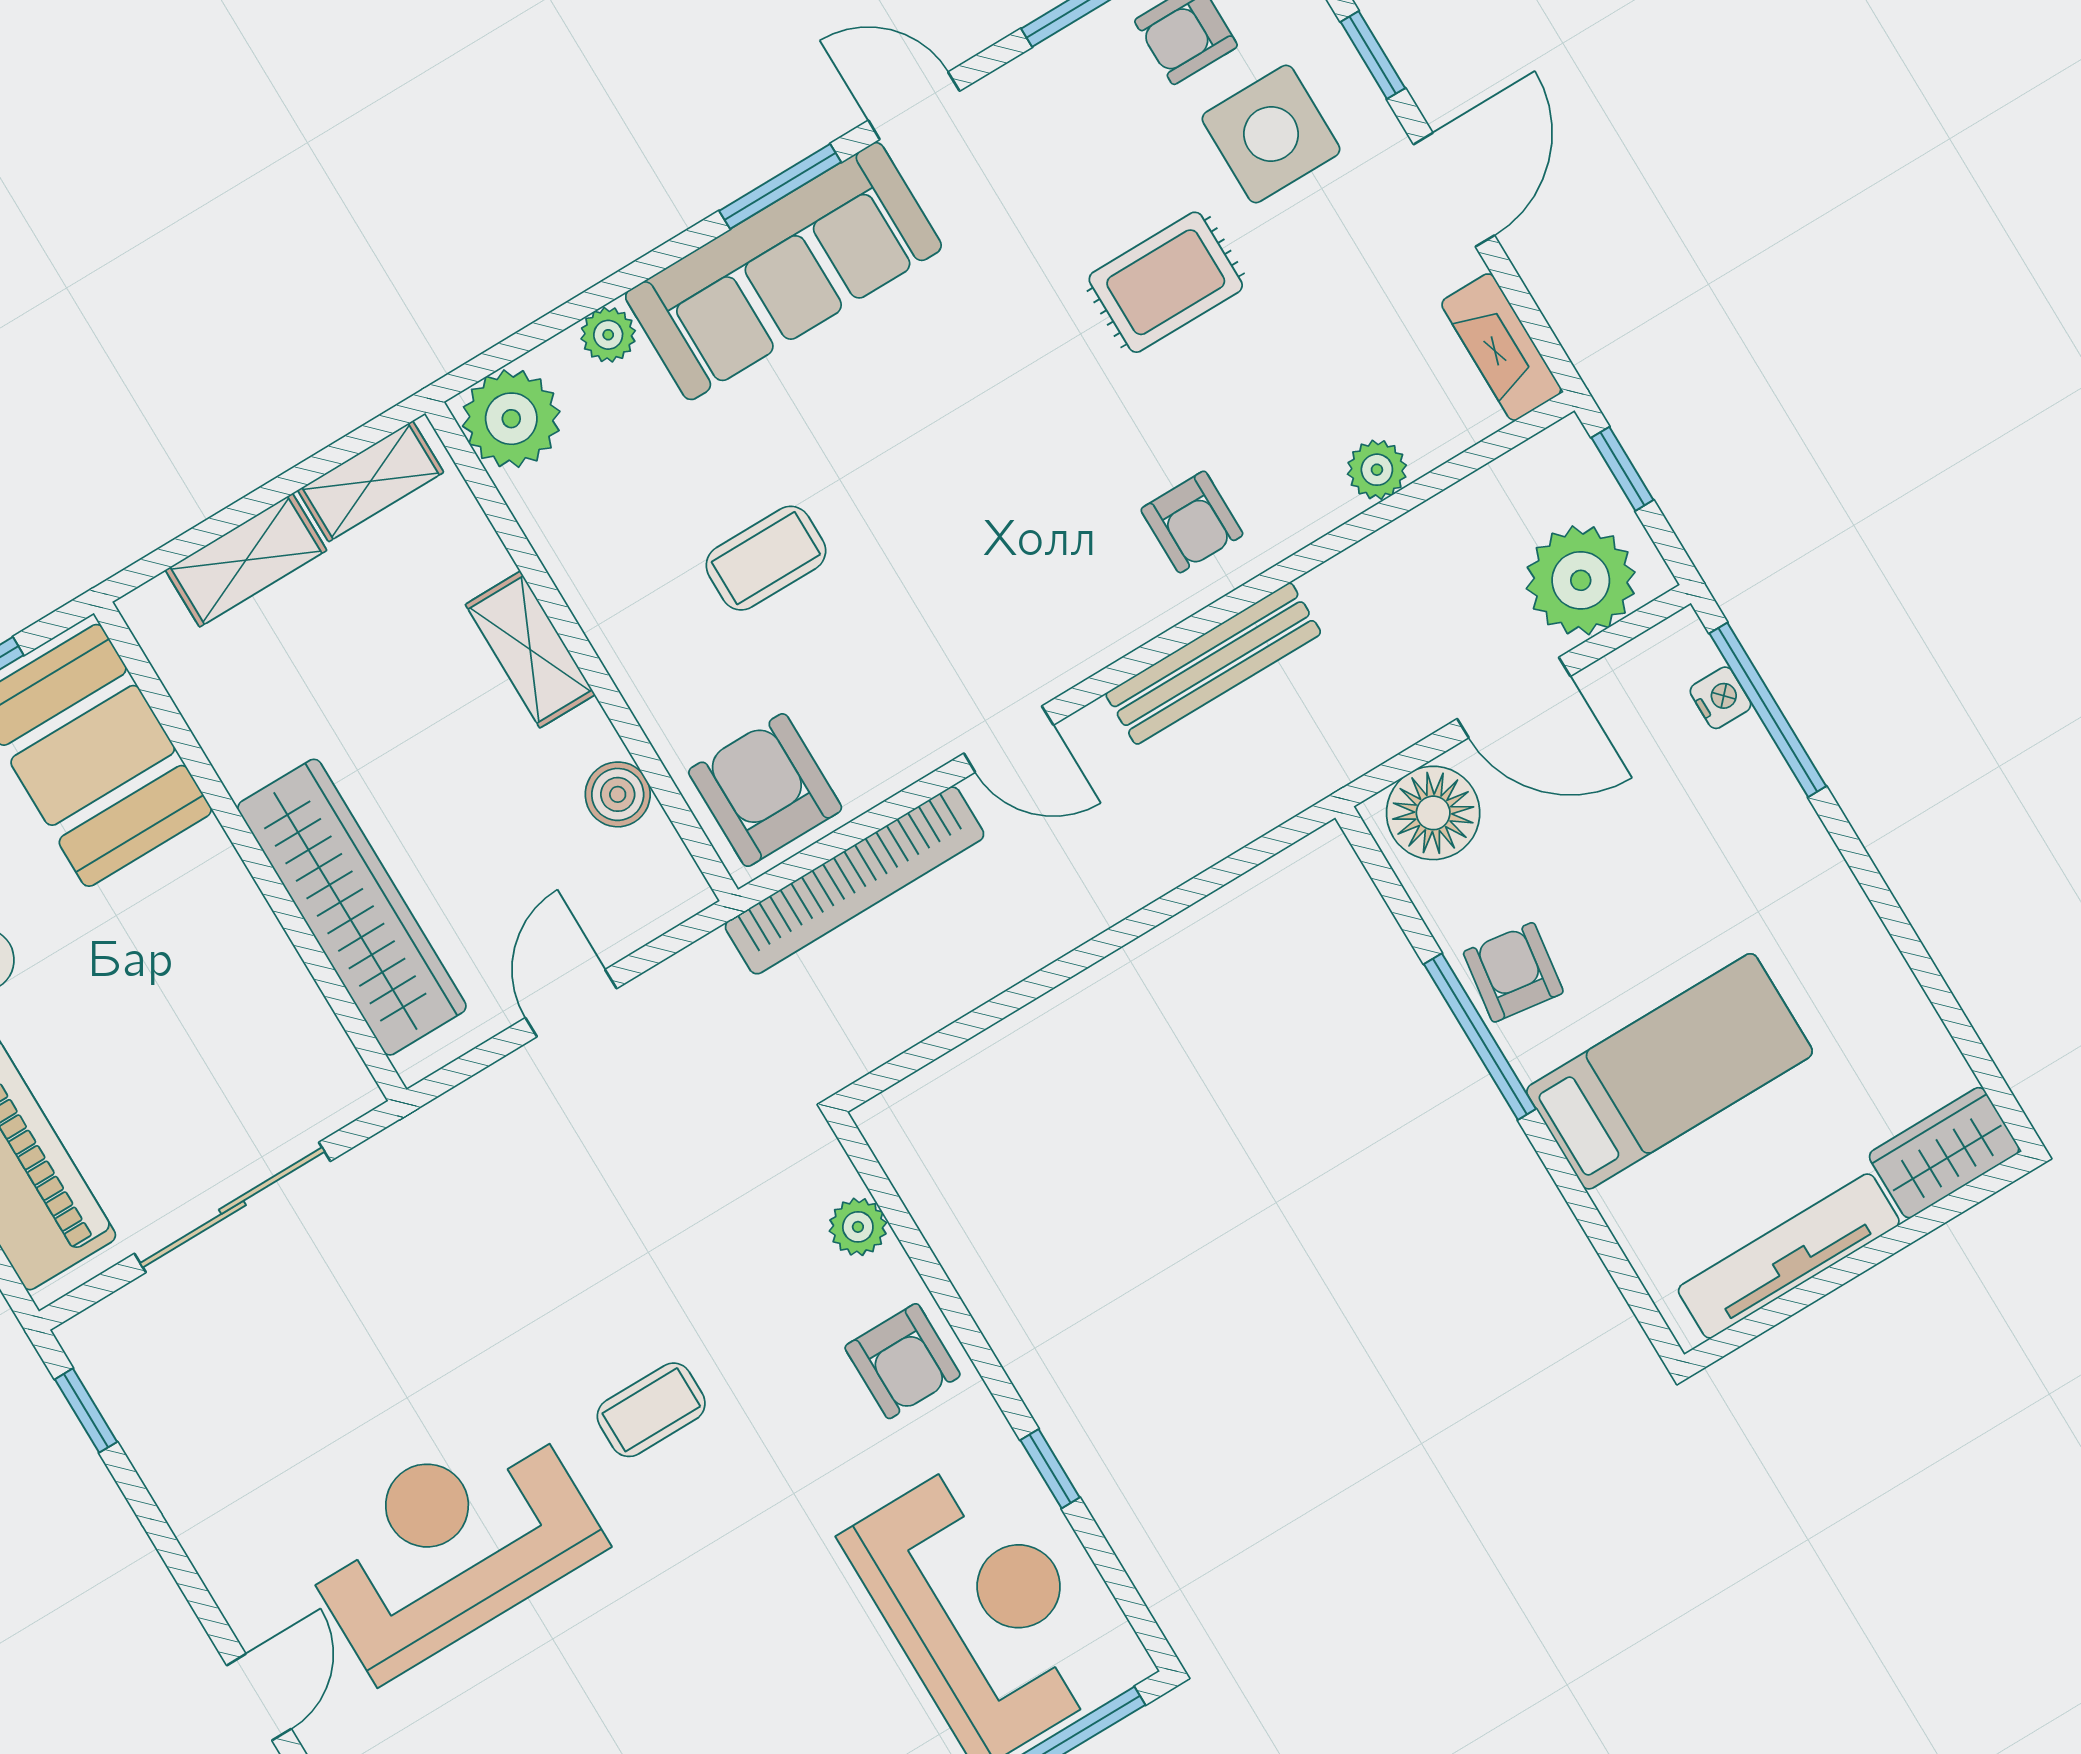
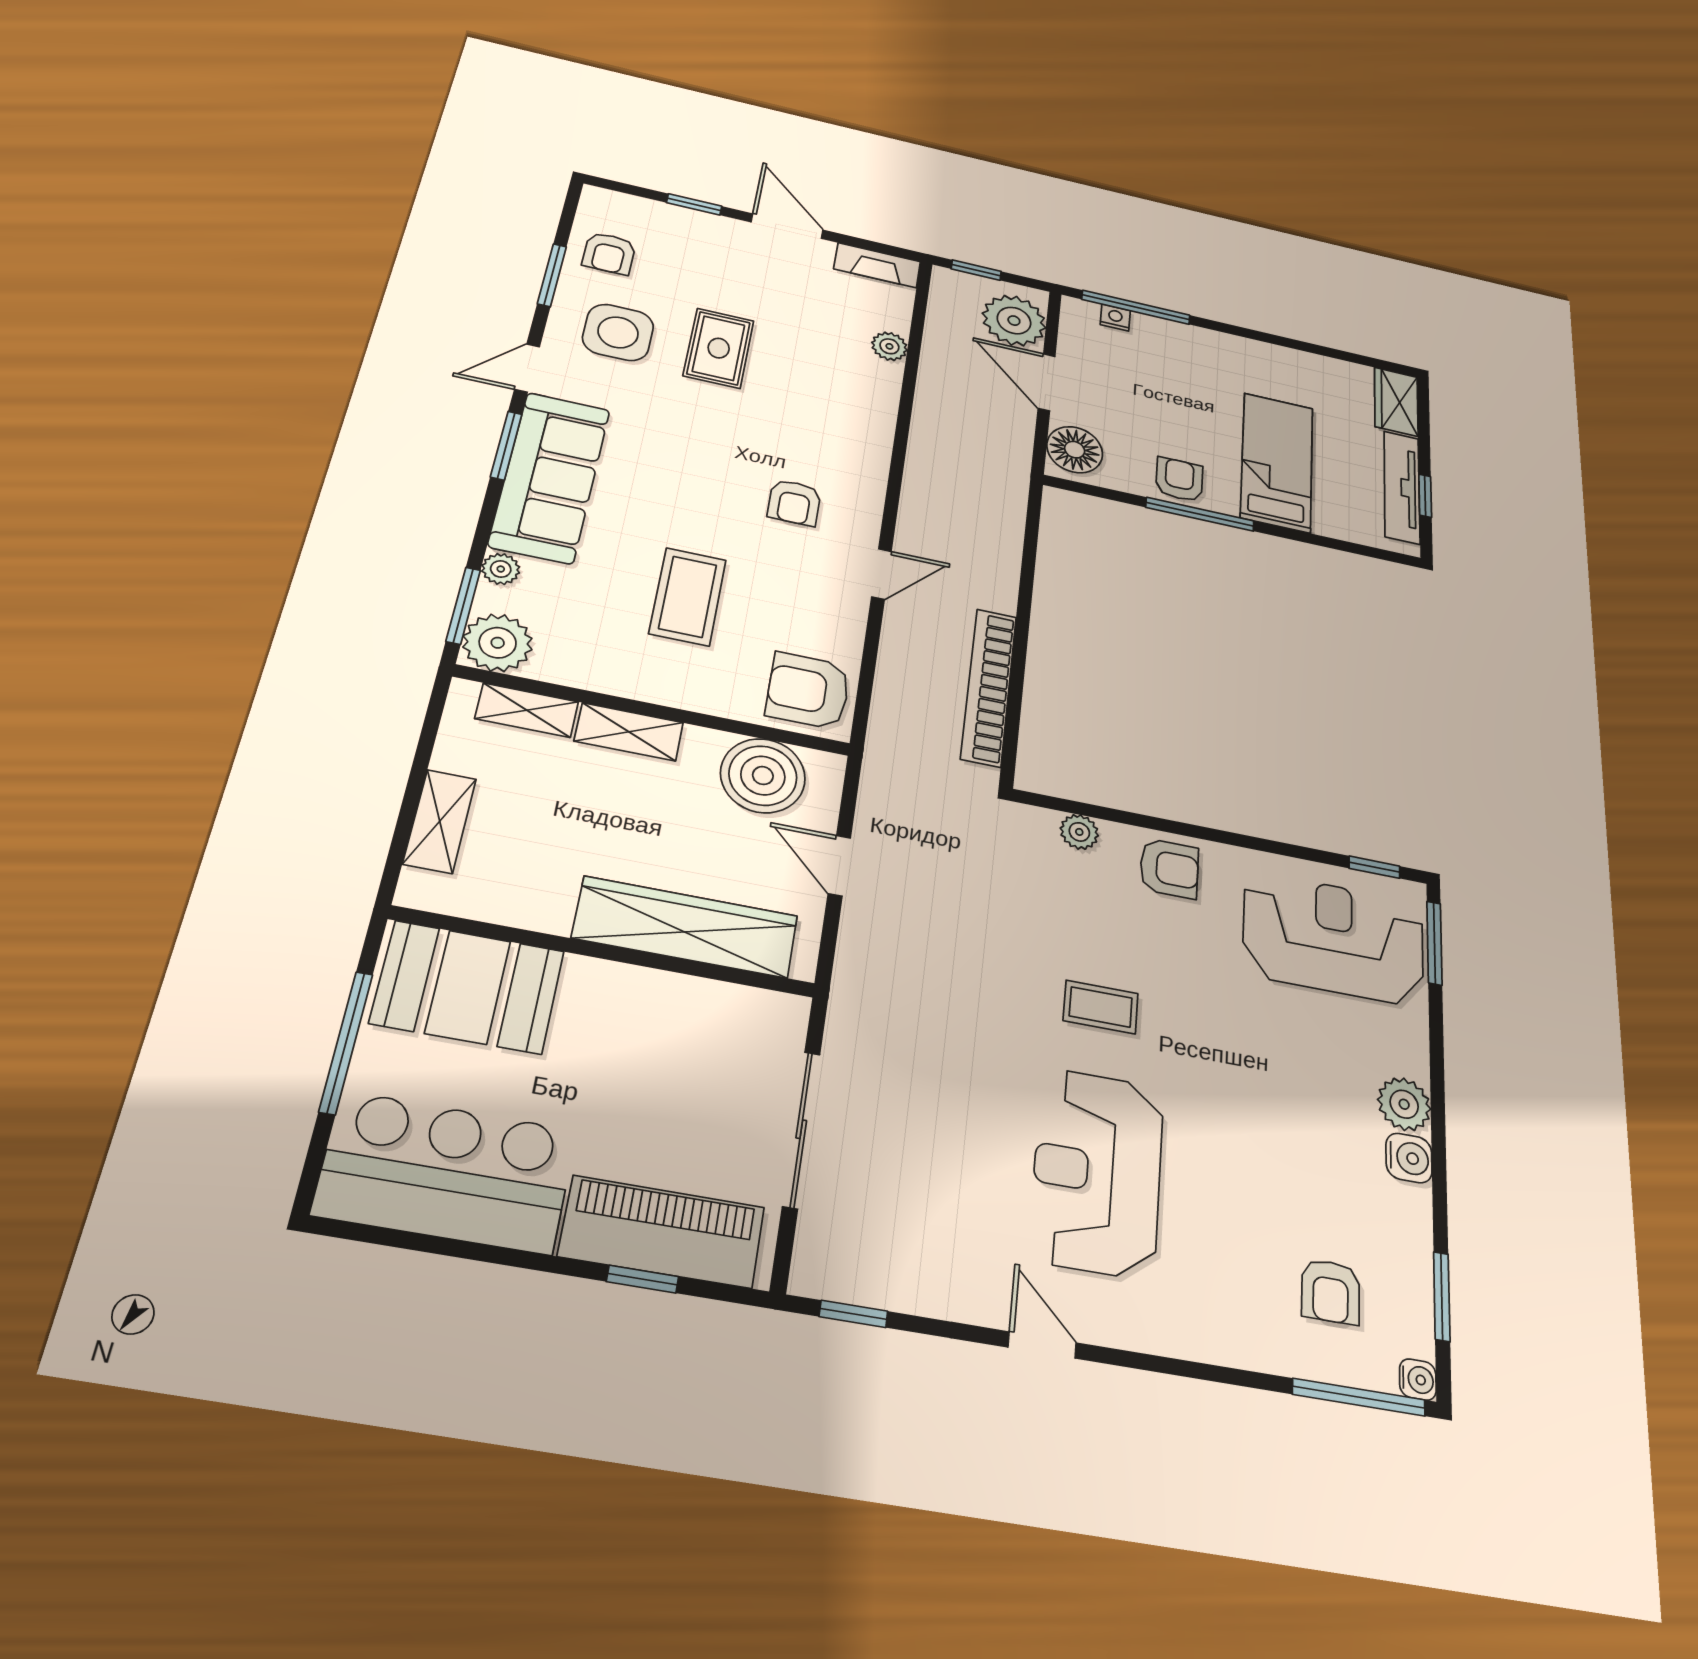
side table: (1271, 134) -> (618, 332), moved
window: (524, 341) -> (463, 606), added
shelving: (371, 481) -> (527, 710), moved, turned 90
armchair: (1192, 522) -> (794, 503), moved, turned 90
coffee table: (766, 558) -> (688, 597), width x1.36, depth x1.30
bench: (1213, 664) -> (922, 471), removed
door: (1514, 697) -> (1047, 382), swing flipped
boiler: (618, 794) -> (763, 776), width x1.86, depth x1.86
bookcase: (855, 880) -> (989, 687), moved, turned 180
armchair: (1513, 972) -> (1179, 480), turned 82
window: (1804, 1295) -> (1425, 496), added
coffee table: (651, 1410) -> (1101, 1007), turned 90
window: (1050, 1469) -> (1374, 867), moved
door: (259, 1697) -> (1042, 1345), moved

